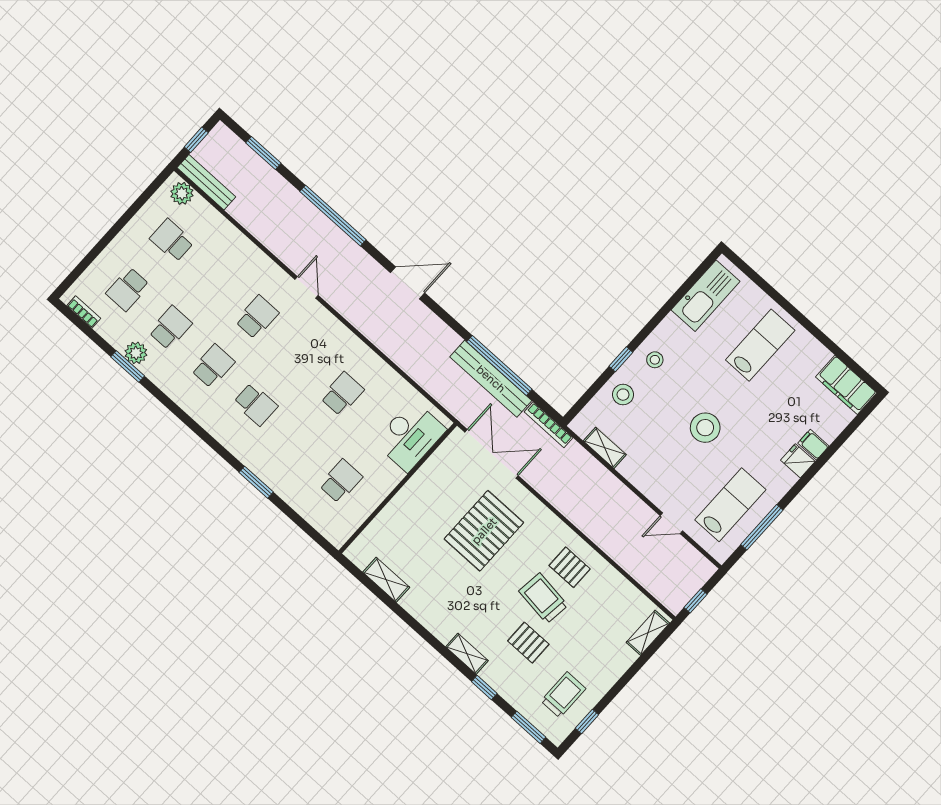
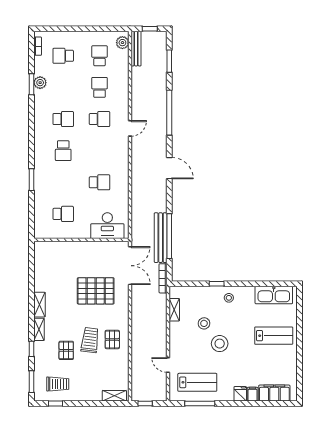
school desk: (170, 328) -> (100, 87), moved, turned -90
filing cabinet: (846, 385) -> (274, 393), moved, turned 90
stool: (623, 395) -> (204, 323), moved
shelving: (386, 580) -> (40, 305), moved

